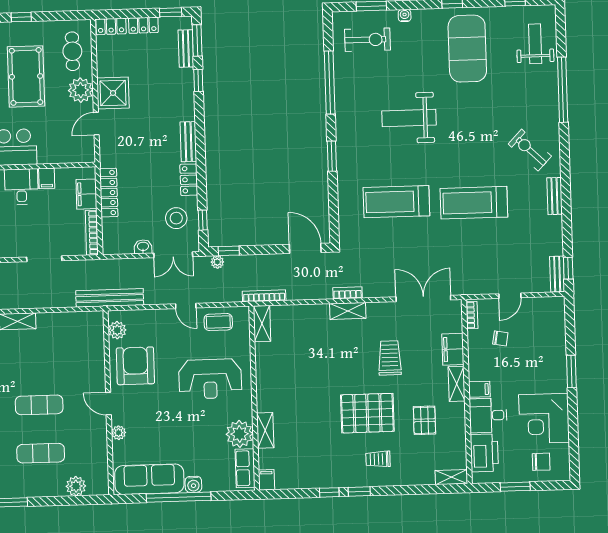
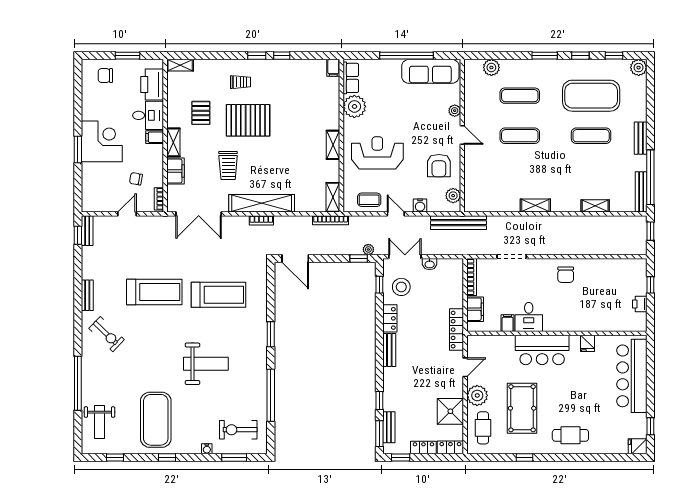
shower: (113, 93) -> (450, 411), moved
locker: (109, 193) -> (457, 330), moved
shelving: (348, 311) -> (262, 203), width x2.20, depth x1.33
armchair: (135, 366) -> (439, 166), width x0.73, depth x0.73
corner desk: (544, 418) -> (102, 141), moved
shelving: (265, 430) -> (333, 145), moved
water cooler: (193, 484) -> (420, 206), moved, turned 180

